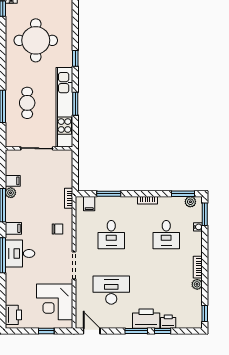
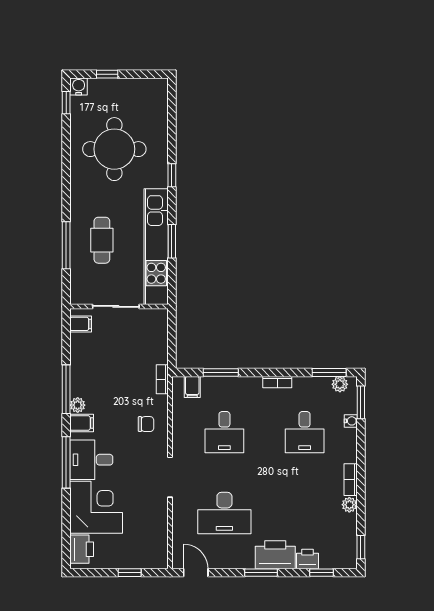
filing cabinet: (13, 181) -> (81, 324), moved
plant: (11, 193) -> (78, 405), moved
desk: (111, 290) -> (224, 513), turned 180
corner desk: (55, 302) -> (96, 507), moved, turned 180
window: (163, 331) -> (322, 573), moved

